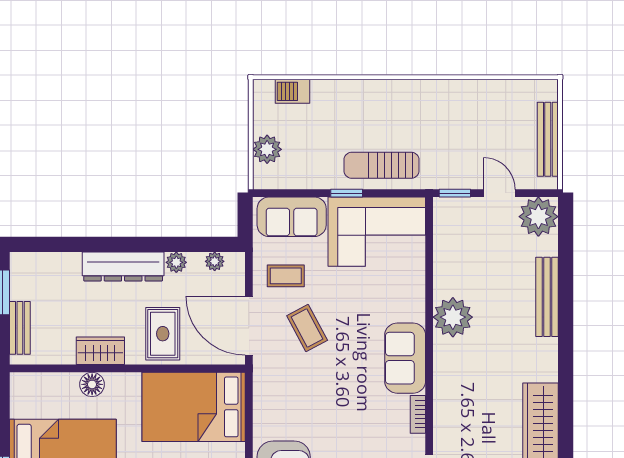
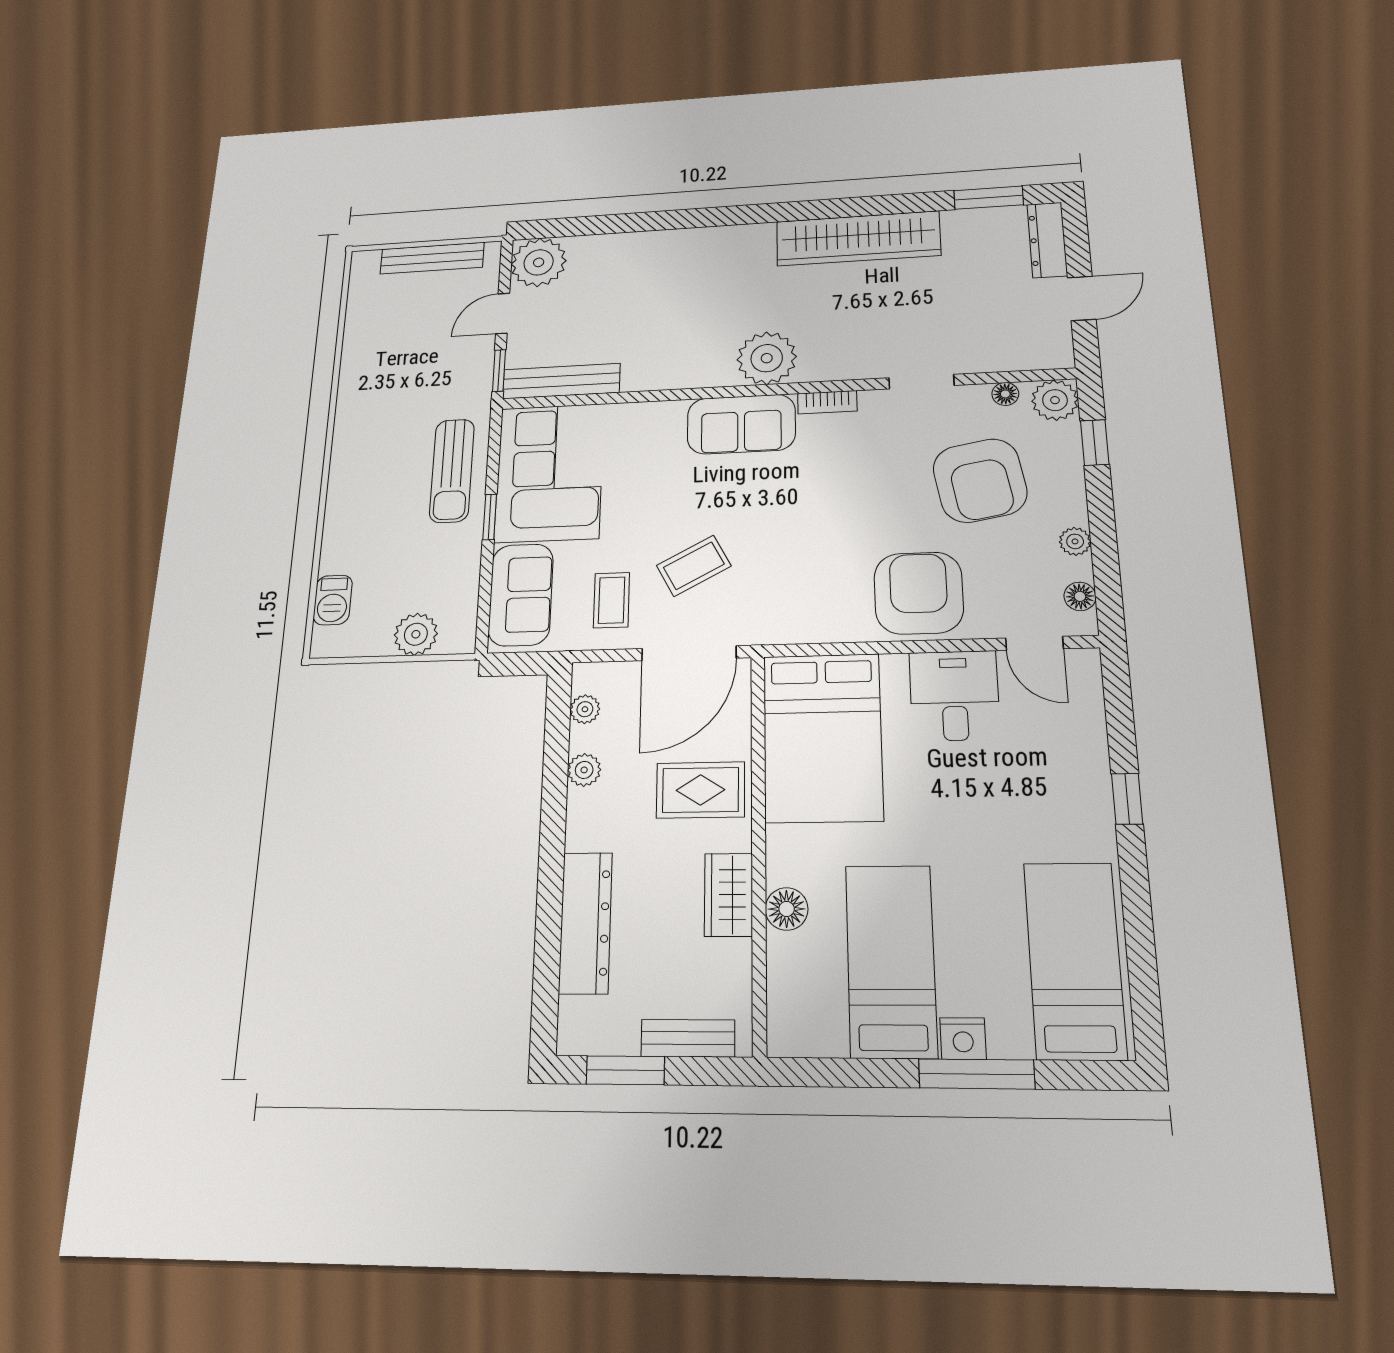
dresser: (123, 267) -> (586, 923), moved
bench: (547, 297) -> (561, 381), moved
plant: (453, 317) -> (767, 358), moved

